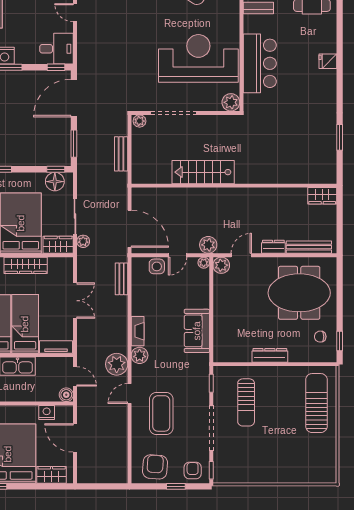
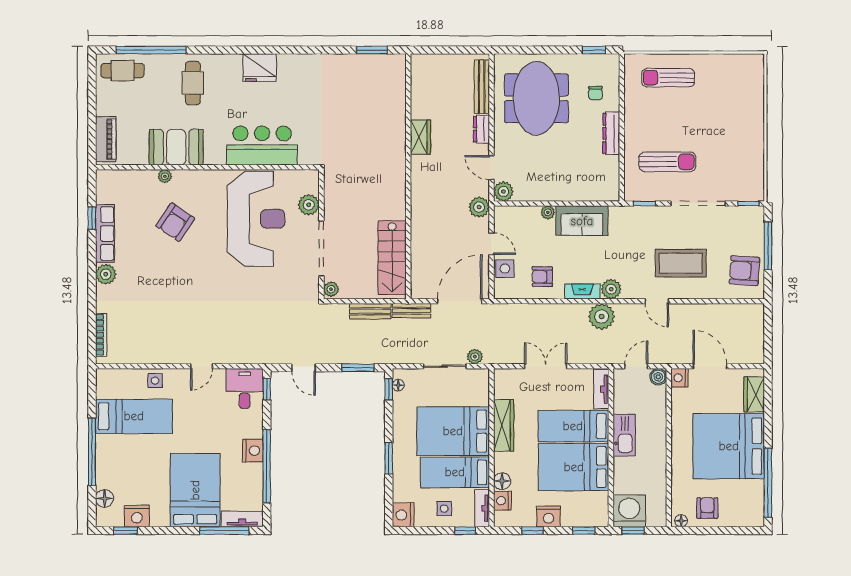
reception desk: (198, 58) -> (256, 219), turned 180
fridge: (328, 61) -> (260, 68), width x1.88, depth x1.34
door: (74, 98) -> (304, 368), width x0.53
plant: (231, 102) -> (309, 205), moved
window: (340, 137) -> (372, 50), moved
stairs: (203, 172) -> (392, 258), moved
floor lamp: (55, 182) -> (398, 385), width x0.53, depth x0.53
wardrobe: (322, 196) -> (420, 137), moved
wardrobe: (58, 245) -> (479, 386), removed
plant: (204, 263) -> (548, 212), moved
bench: (122, 279) -> (412, 311), moved
chair: (320, 337) -> (595, 93), moved
plant: (117, 364) -> (602, 317), moved
sun lounger: (316, 403) -> (668, 78), width x0.73, depth x0.75
nightstand: (47, 412) -> (679, 378), moved
door: (75, 438) -> (710, 366), swing flipped
armchair: (193, 471) -> (542, 277), moved
window: (176, 486) -> (768, 246), width x2.17

